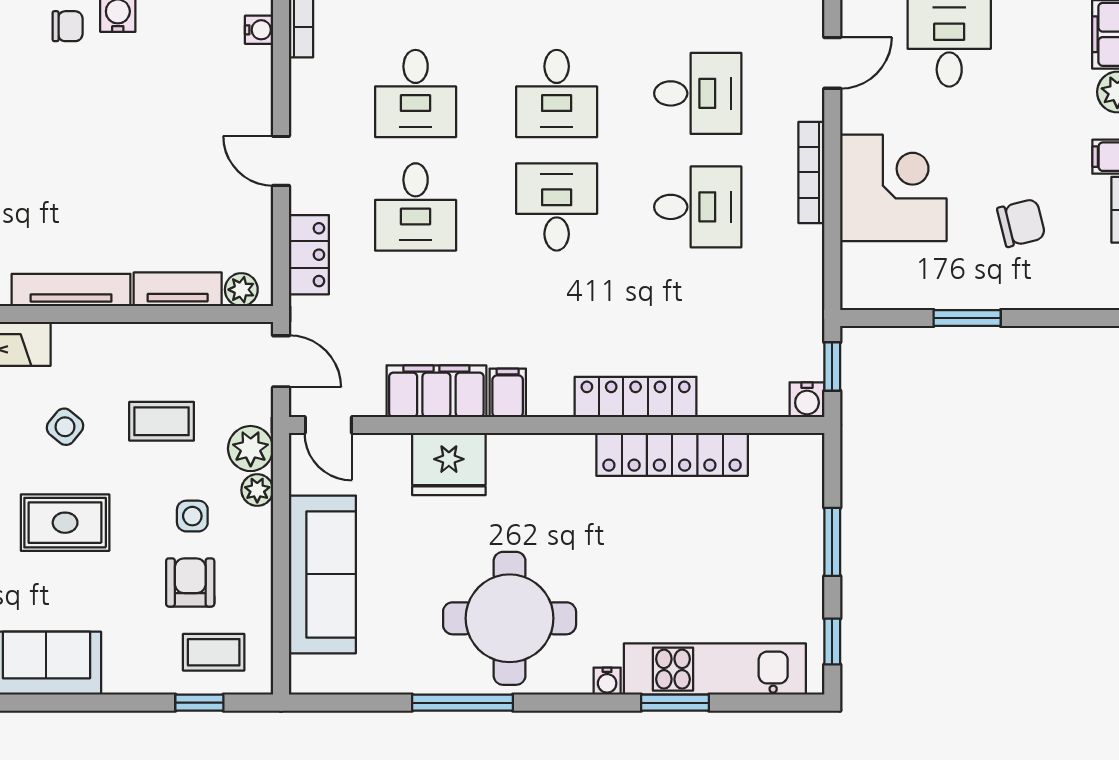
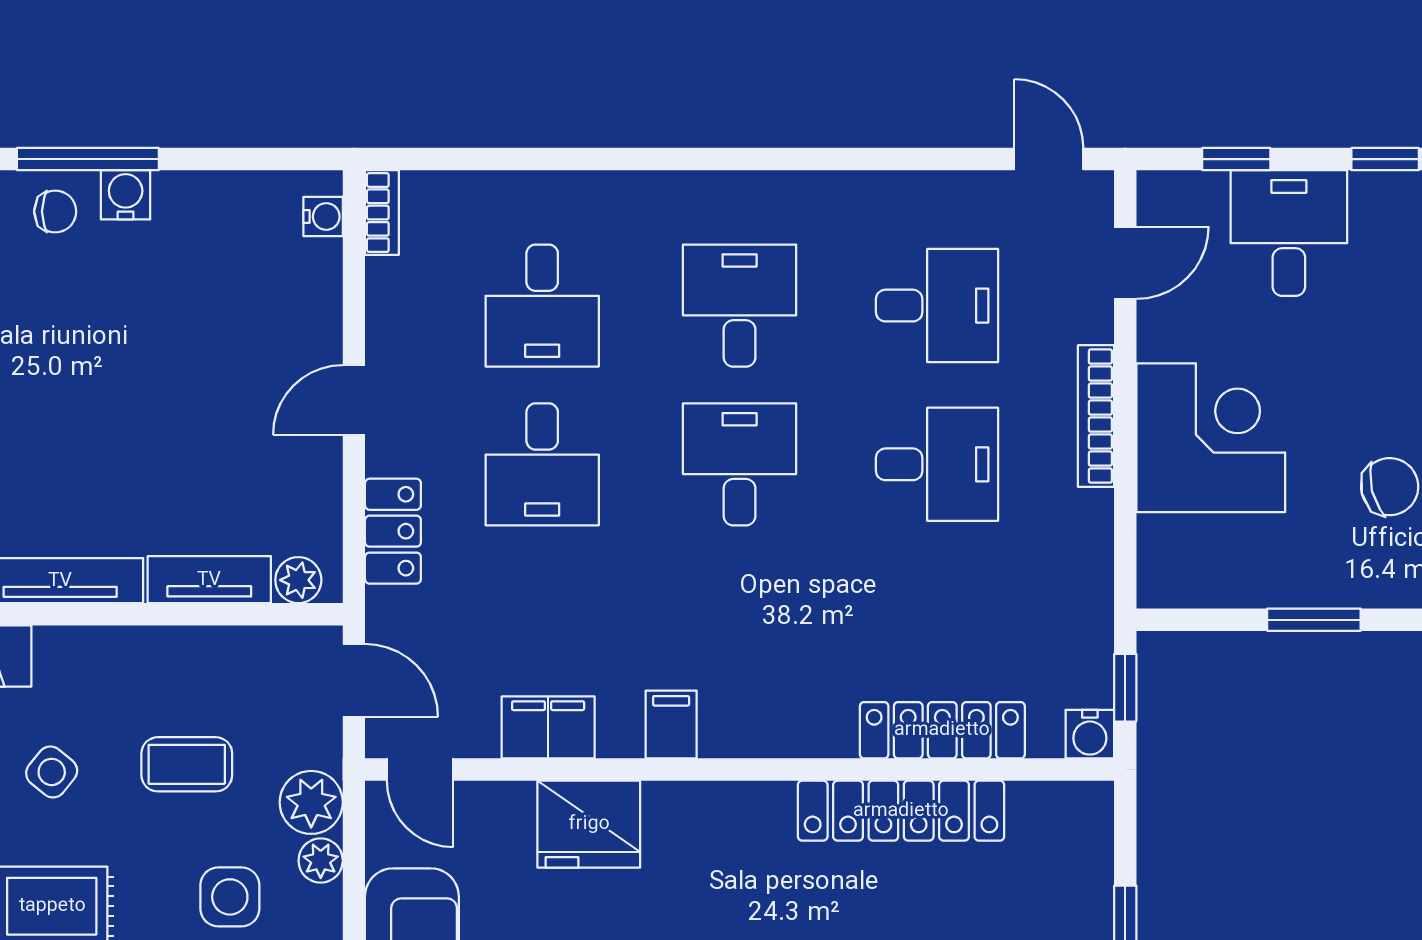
desk: (557, 93) -> (740, 306), turned 180
door: (281, 161) -> (354, 400), hinge flipped
filing cabinet: (436, 391) -> (548, 727), width x0.67, depth x0.86
locker: (636, 397) -> (942, 730), moved
side table: (192, 516) -> (230, 897), width x1.37, depth x1.37

